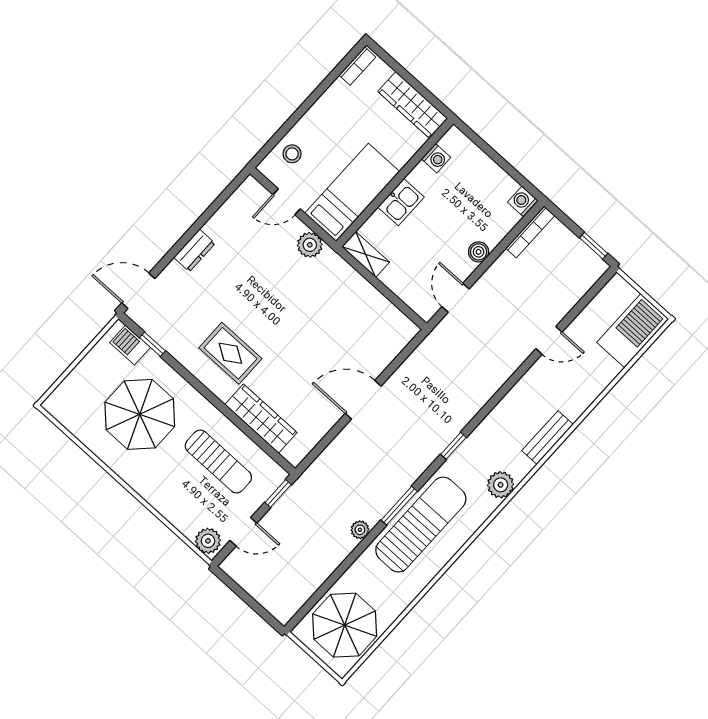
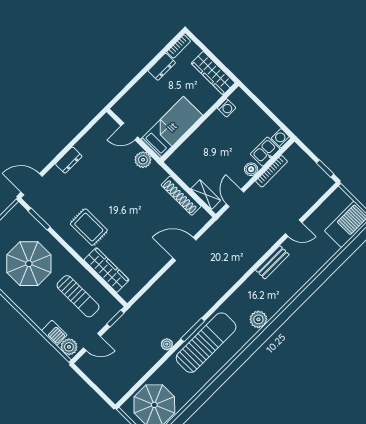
dresser: (332, 99) -> (162, 67), added
stool: (292, 154) -> (134, 101), removed
kitchen sink: (401, 202) -> (265, 152), moved, turned 180
bookcase: (530, 232) -> (272, 171), moved
shelving: (366, 254) -> (206, 195), moved
shoe rack: (371, 298) -> (181, 196), added
window: (152, 344) -> (39, 219), width x1.50
barbecue: (130, 345) -> (54, 333), moved, turned 180
door: (363, 400) -> (184, 249), moved
bench: (548, 438) -> (272, 262), moved
window: (453, 446) -> (229, 293), removed

